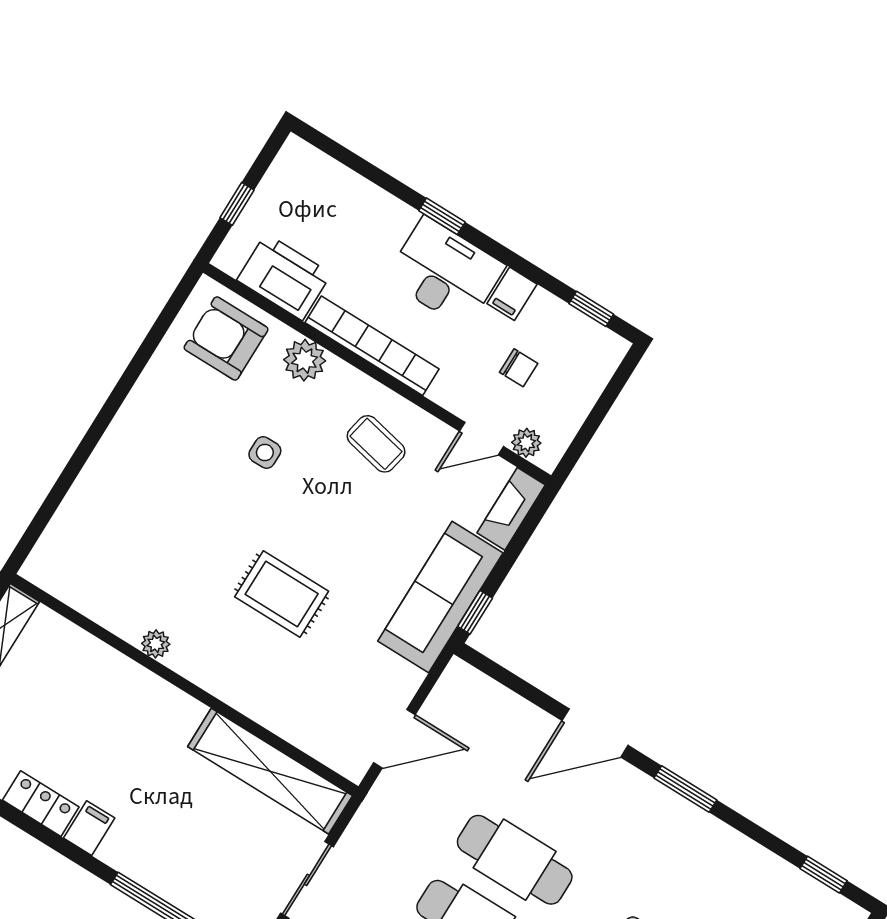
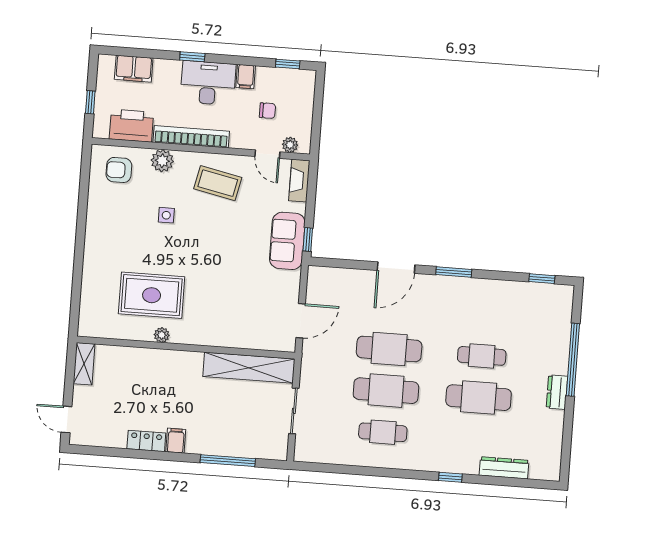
filing cabinet: (336, 186) -> (134, 69), added
armchair: (226, 338) -> (119, 170), width x0.72, depth x0.72
door: (482, 439) -> (267, 154), hinge flipped
coffee table: (376, 444) -> (218, 183), width x1.36, depth x1.30
rug: (282, 594) -> (152, 295), moved, width x1.36, depth x1.43
sofa: (440, 597) -> (287, 241), width x0.73

